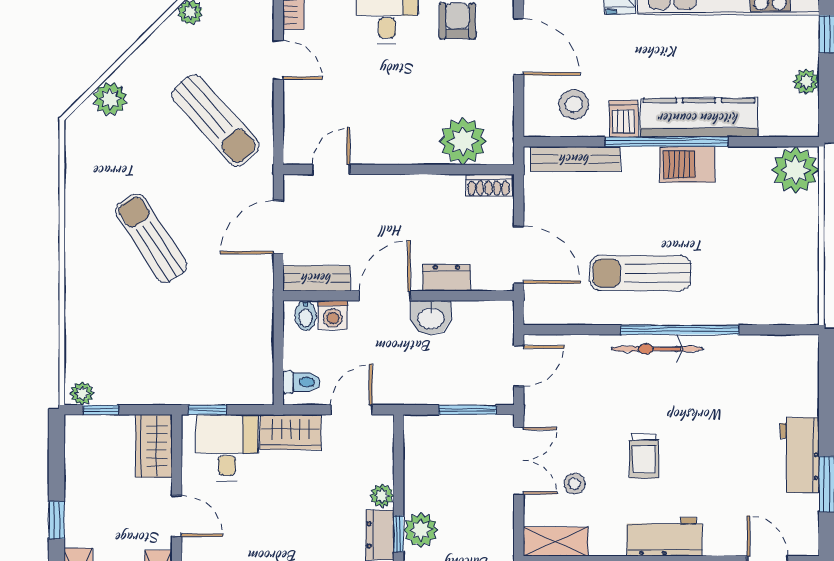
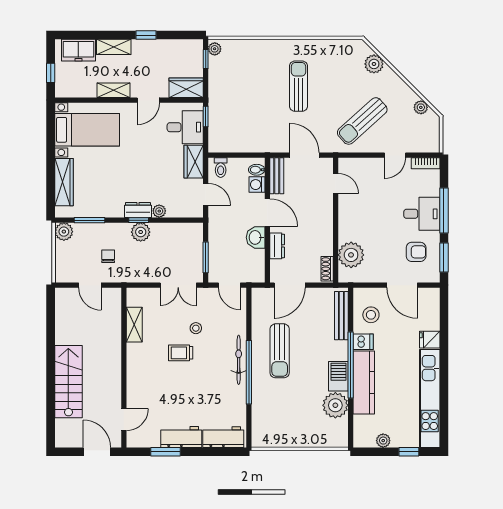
door: (519, 47) -> (402, 285), hinge flipped
plant: (795, 170) -> (335, 405), moved
sun lounger: (151, 238) -> (299, 86), turned -57
sun lounger: (640, 273) -> (280, 351), turned 180
stool: (574, 484) -> (196, 328), moved
workbench: (664, 537) -> (223, 437), moved, turned -90
shelving: (556, 542) -> (134, 325), moved

